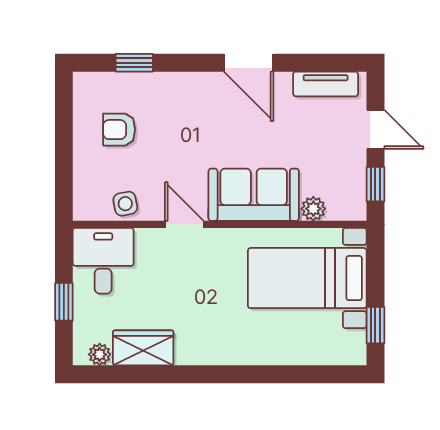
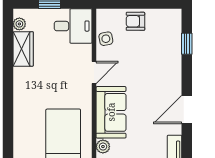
armchair: (119, 130) -> (135, 21), moved, turned -90

